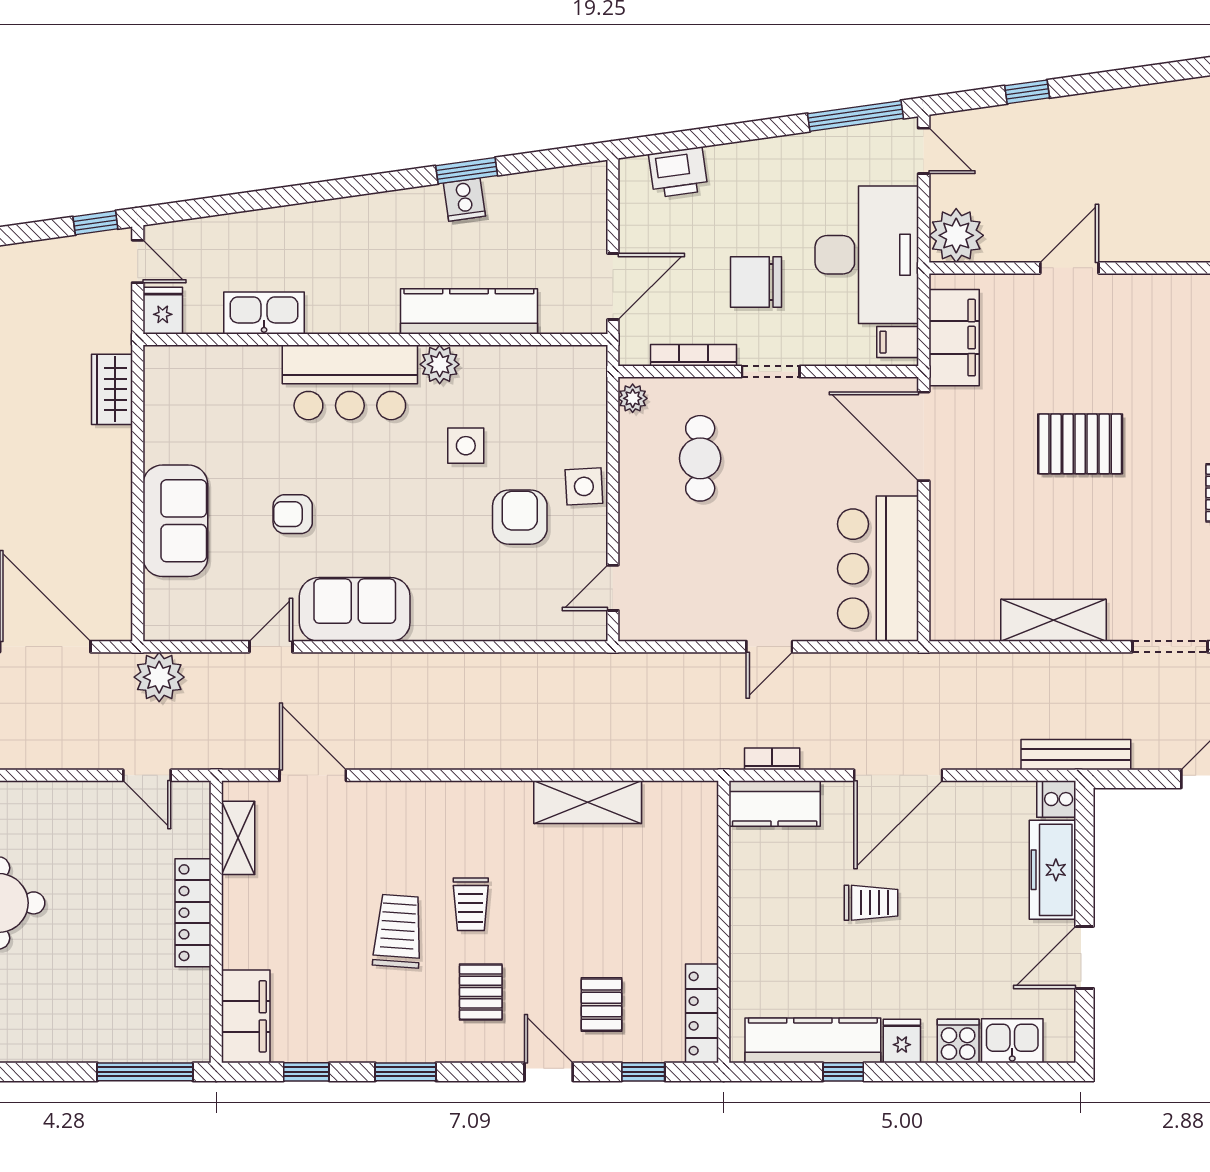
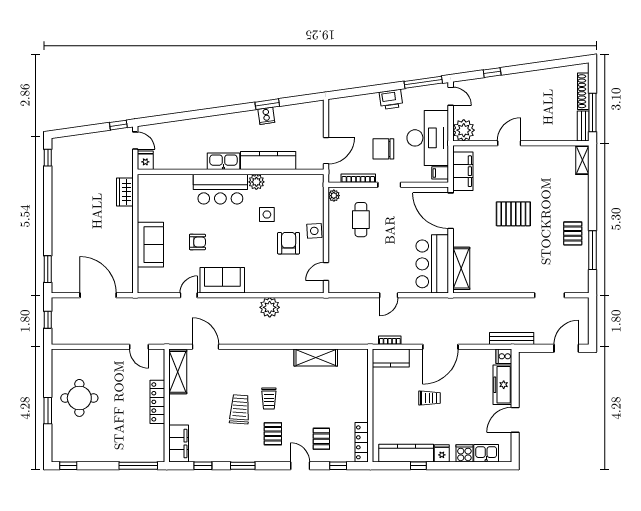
printer: (678, 172) -> (391, 99), moved
kitchen sink: (264, 313) -> (223, 161), moved
armchair: (293, 514) -> (197, 242), turned 180
shelving: (1053, 620) -> (461, 268), moved, turned 90
plant: (159, 677) -> (270, 307), moved
shelving: (238, 838) -> (178, 372), width x1.50, depth x1.33

